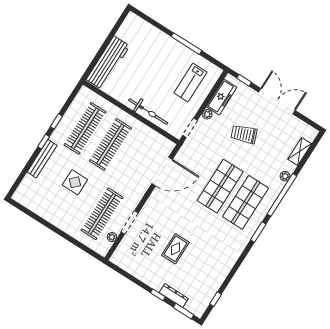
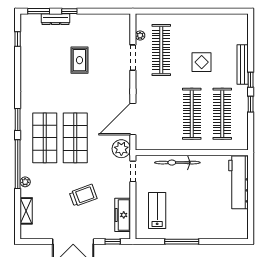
plant: (207, 114) -> (121, 149), moved, width x1.87, depth x1.87

